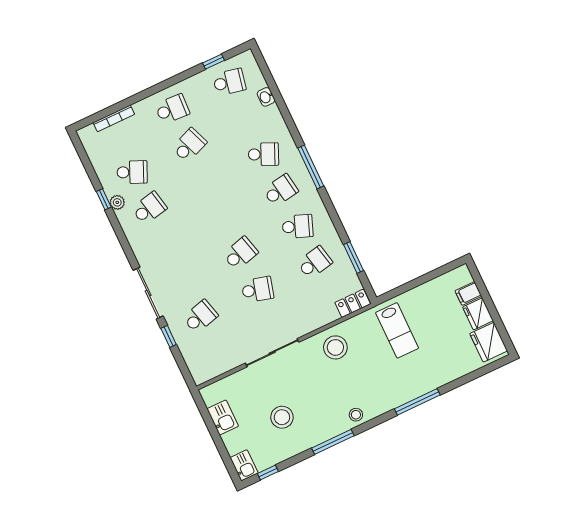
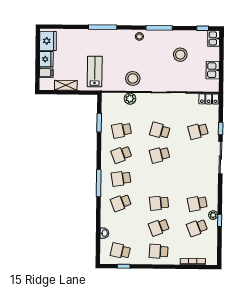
school desk: (263, 154) -> (121, 203), turned -45
school desk: (132, 172) -> (197, 228), turned -45
school desk: (206, 181) -> (159, 203), added
school desk: (298, 226) -> (121, 154), turned -42
shelving: (430, 289) -> (66, 85), added
locker: (353, 303) -> (209, 99), moved
plant: (325, 315) -> (130, 99), added

